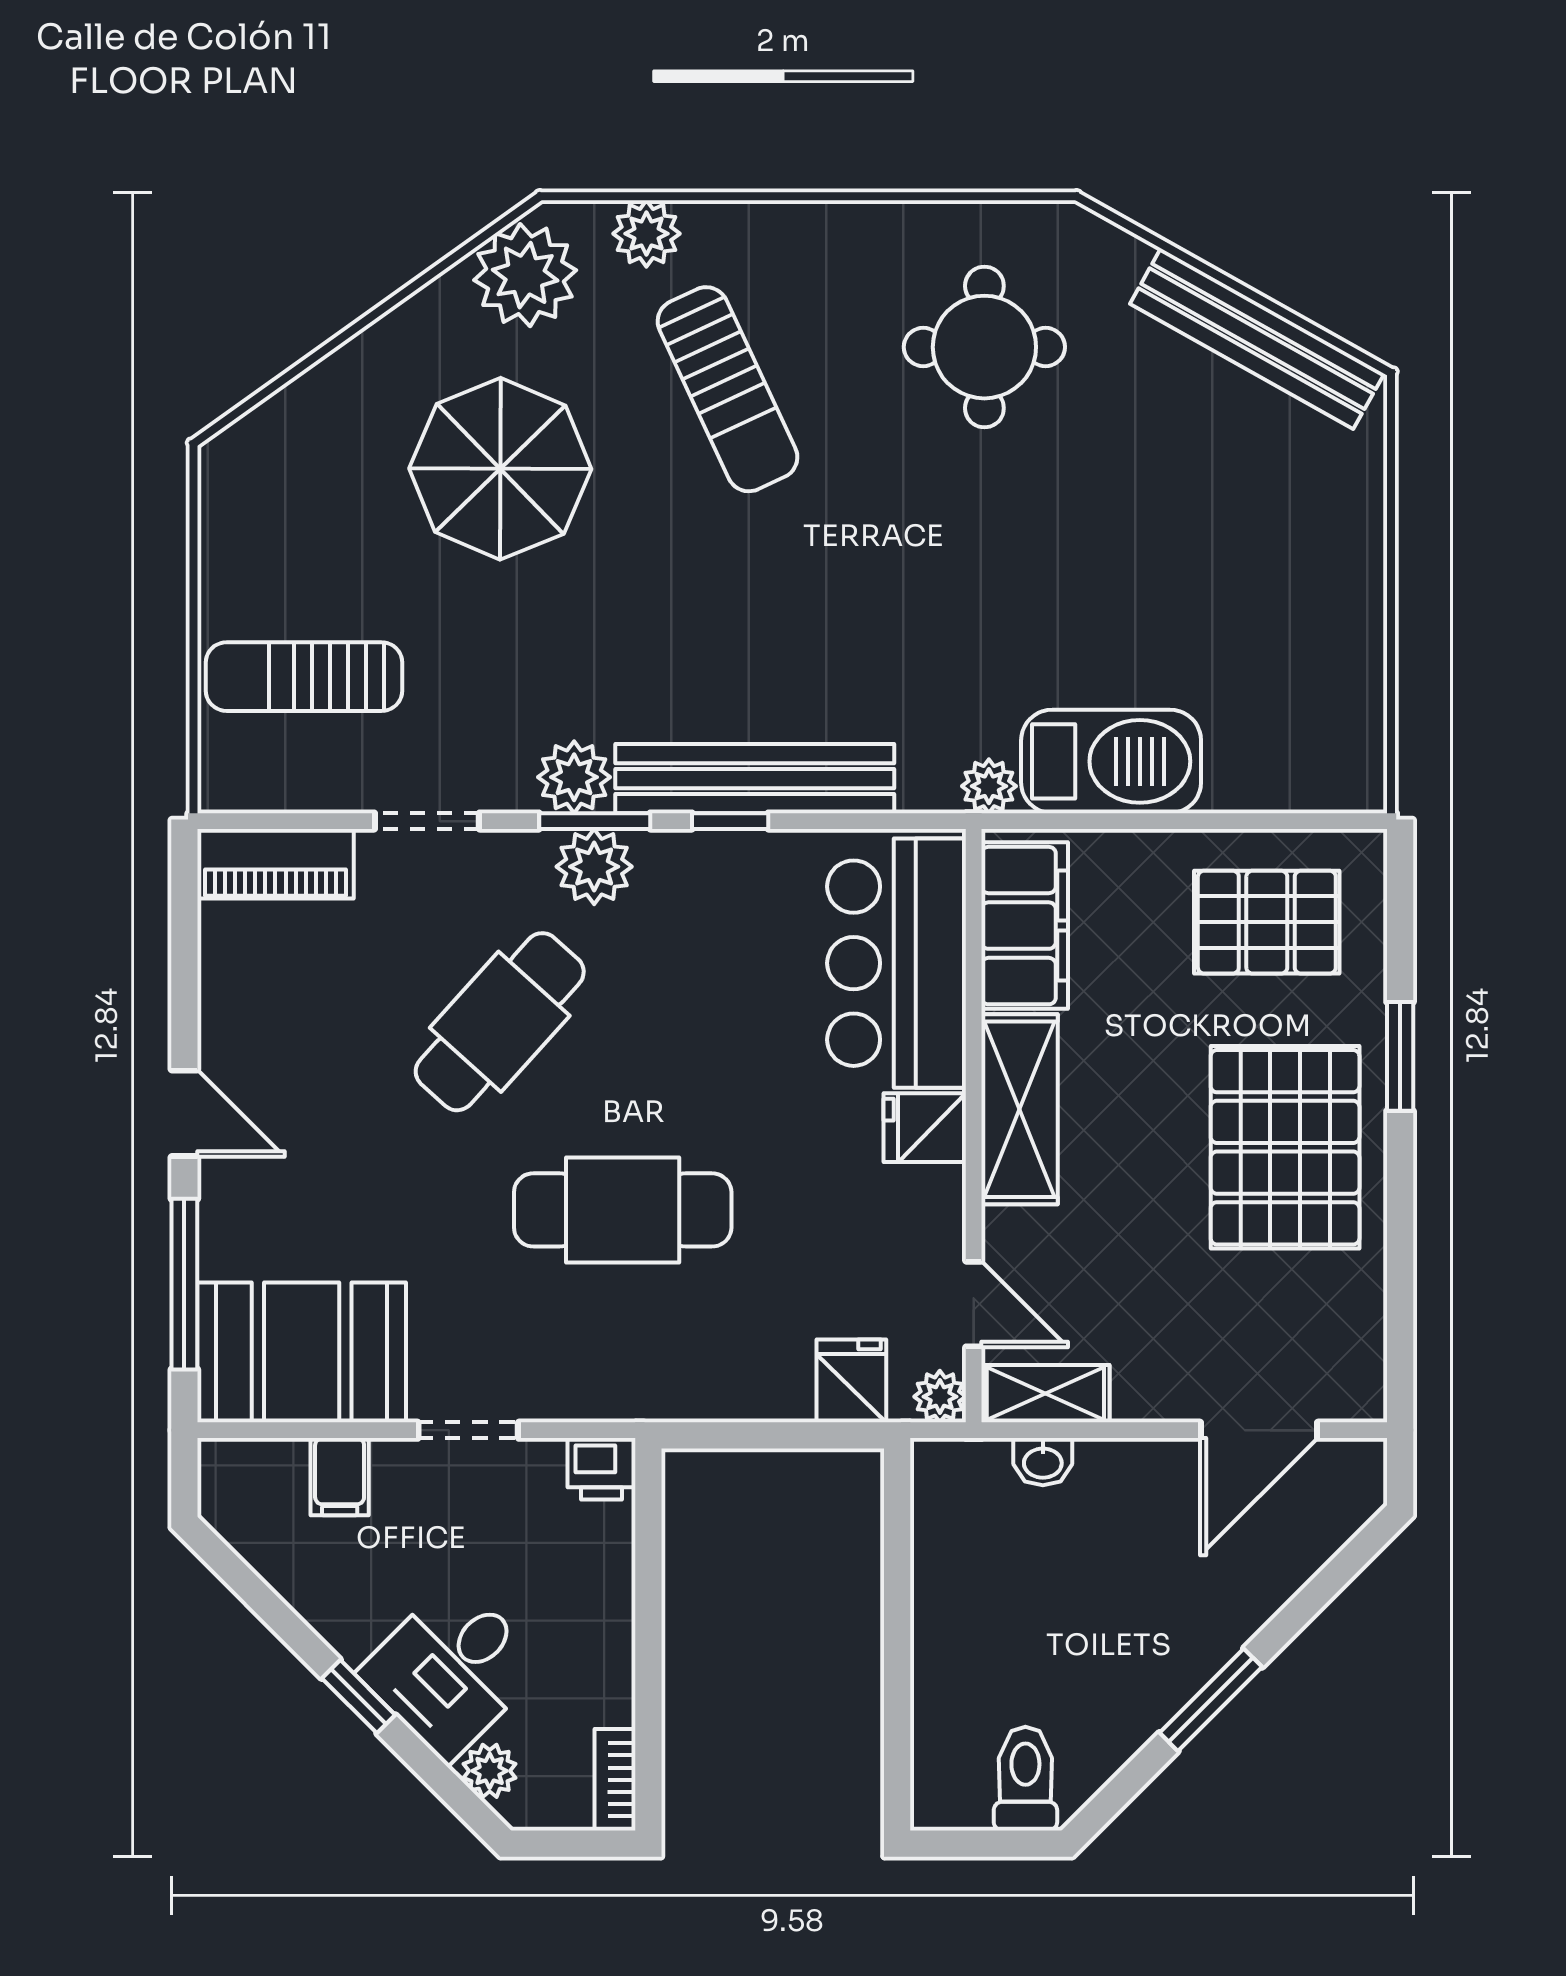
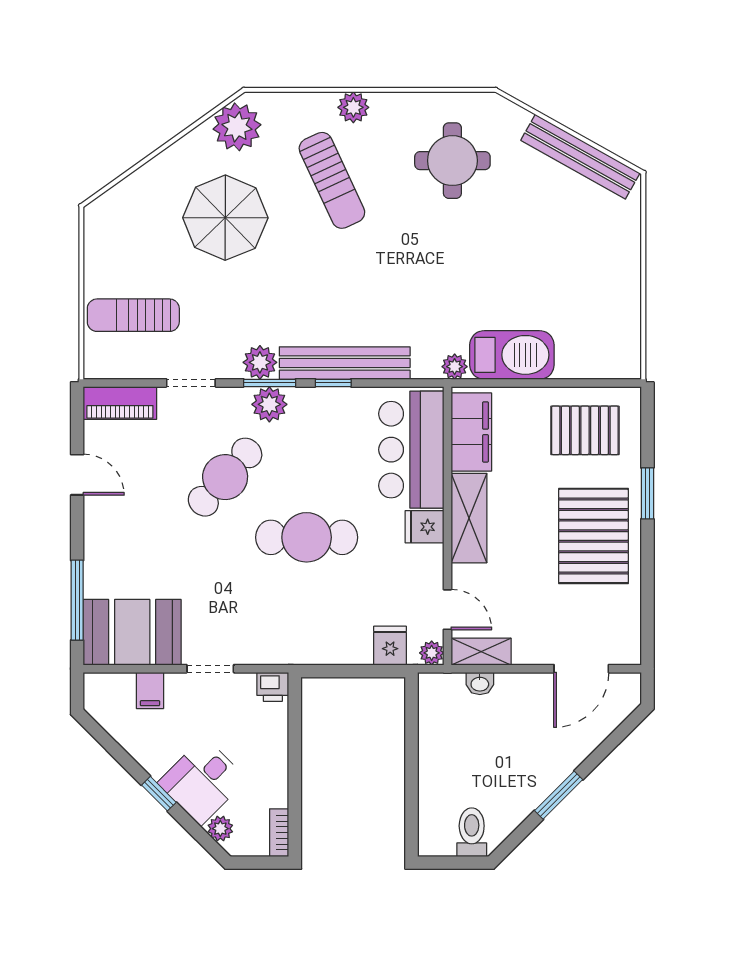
plant: (646, 234) -> (353, 107), moved
door: (184, 1113) -> (77, 475), moved
cafe table: (623, 1210) -> (307, 537), moved

